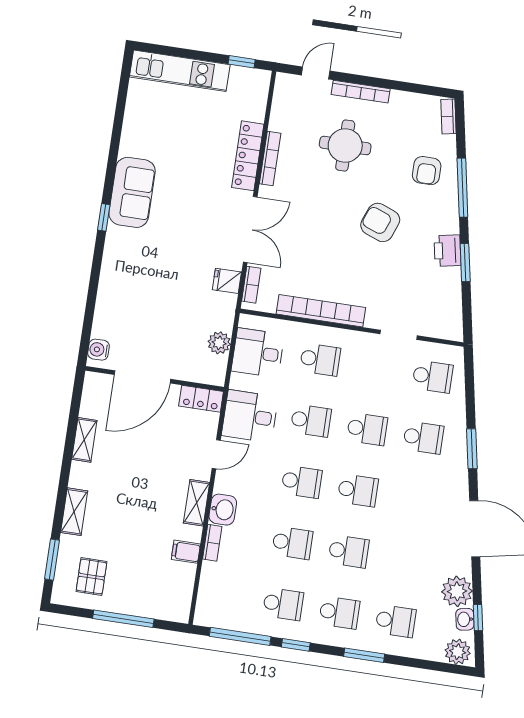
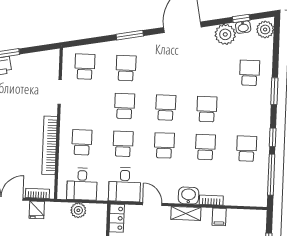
school desk: (339, 613) -> (248, 111), removed

